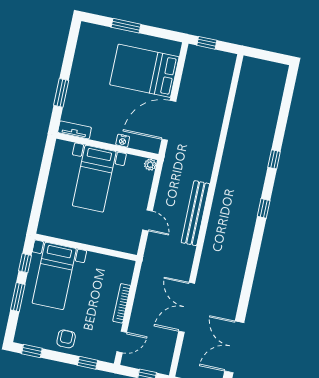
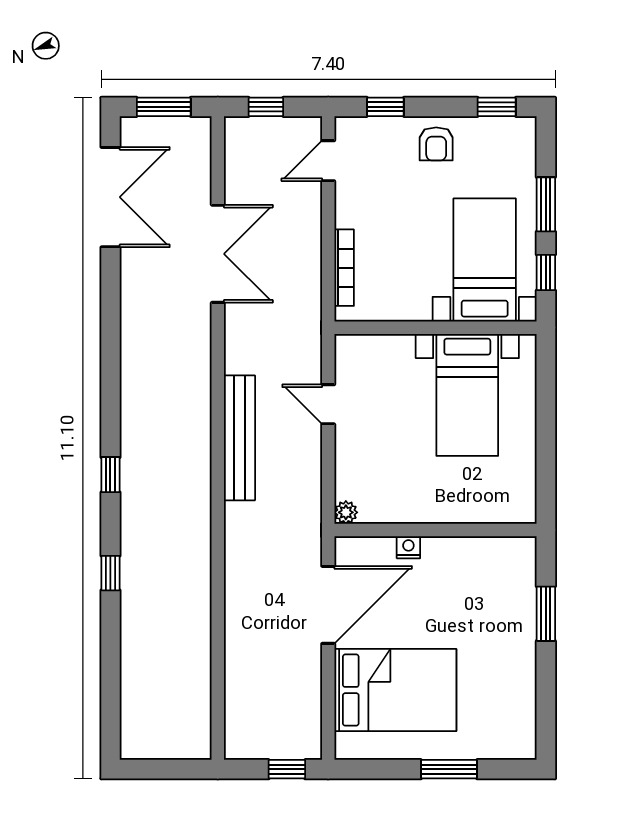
tv unit: (75, 130) -> (505, 548), removed
bed with nightstands: (94, 179) -> (467, 395), moved, turned 180
bookcase: (122, 303) -> (344, 268), moved

